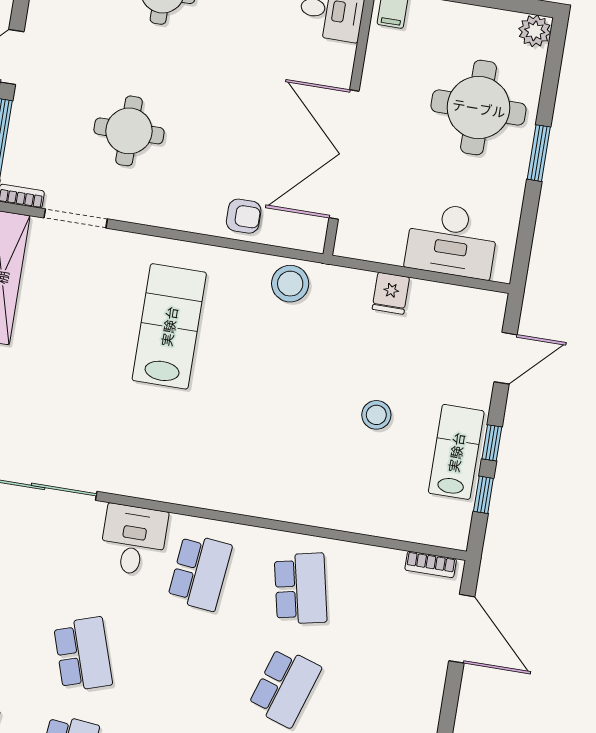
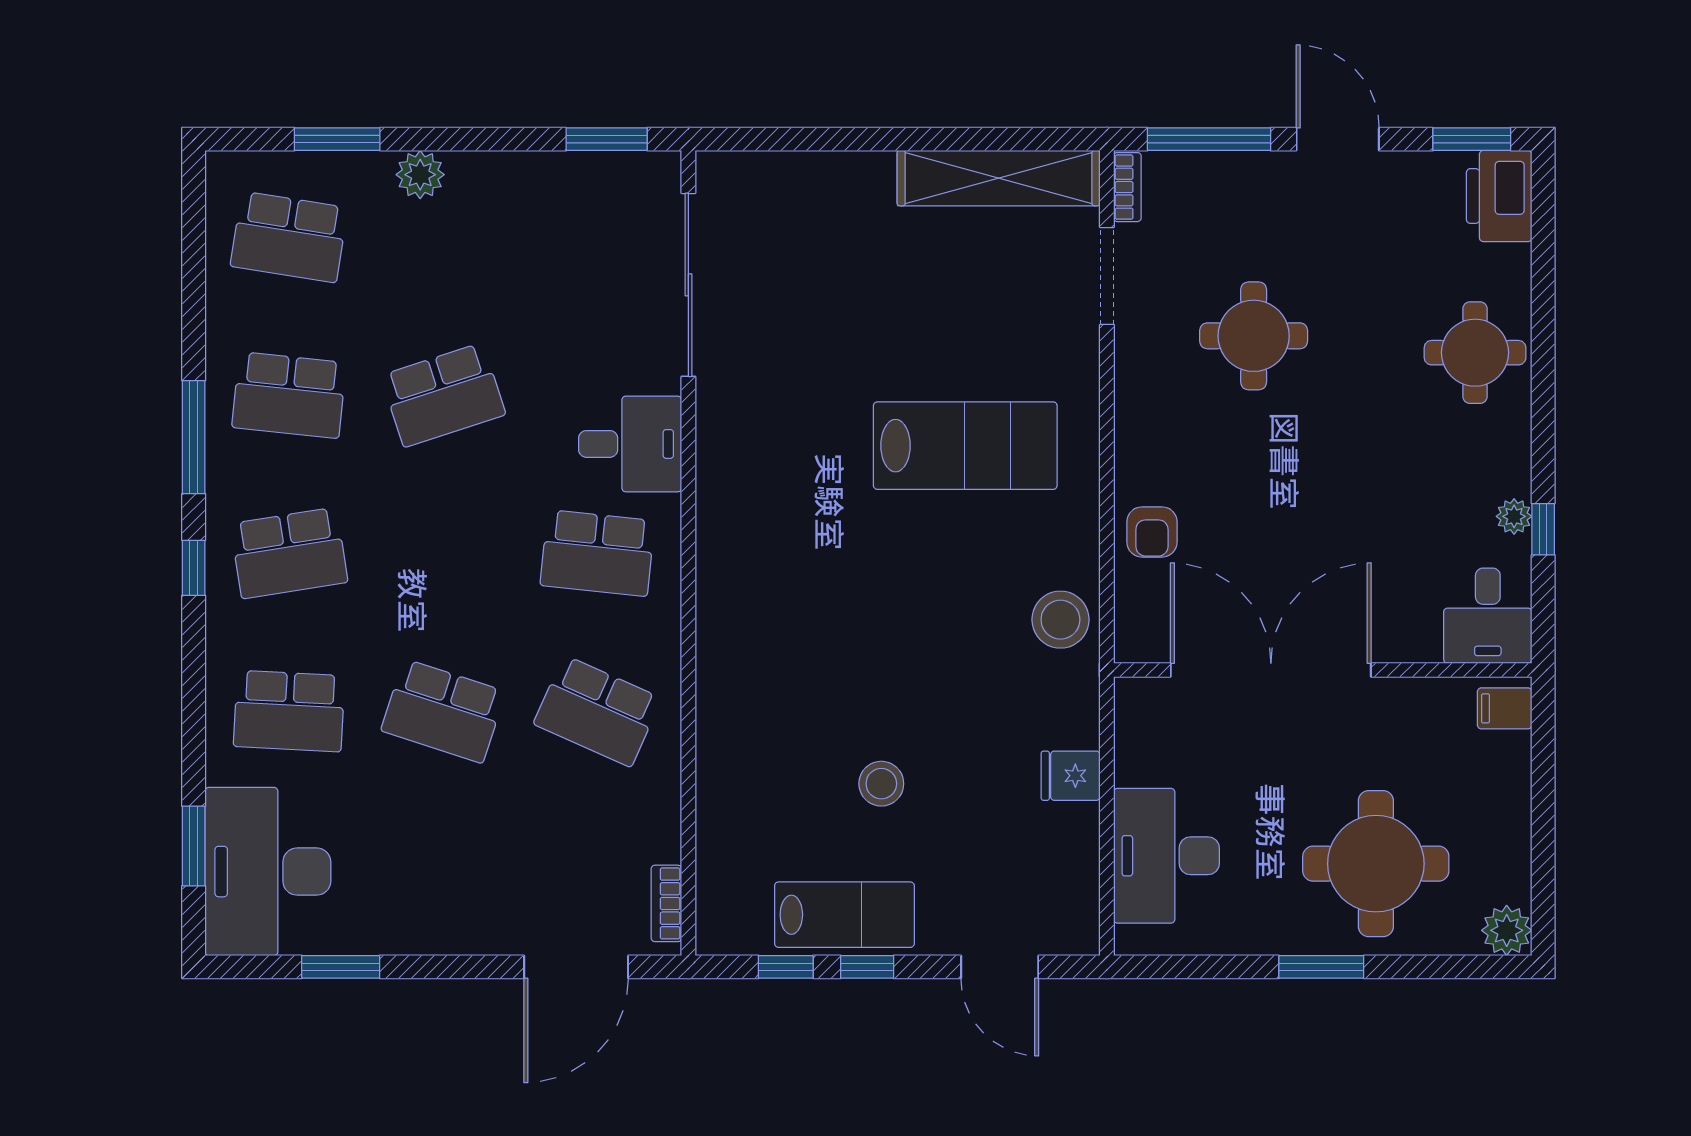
school desk: (301, 589) -> (597, 711), turned 36

